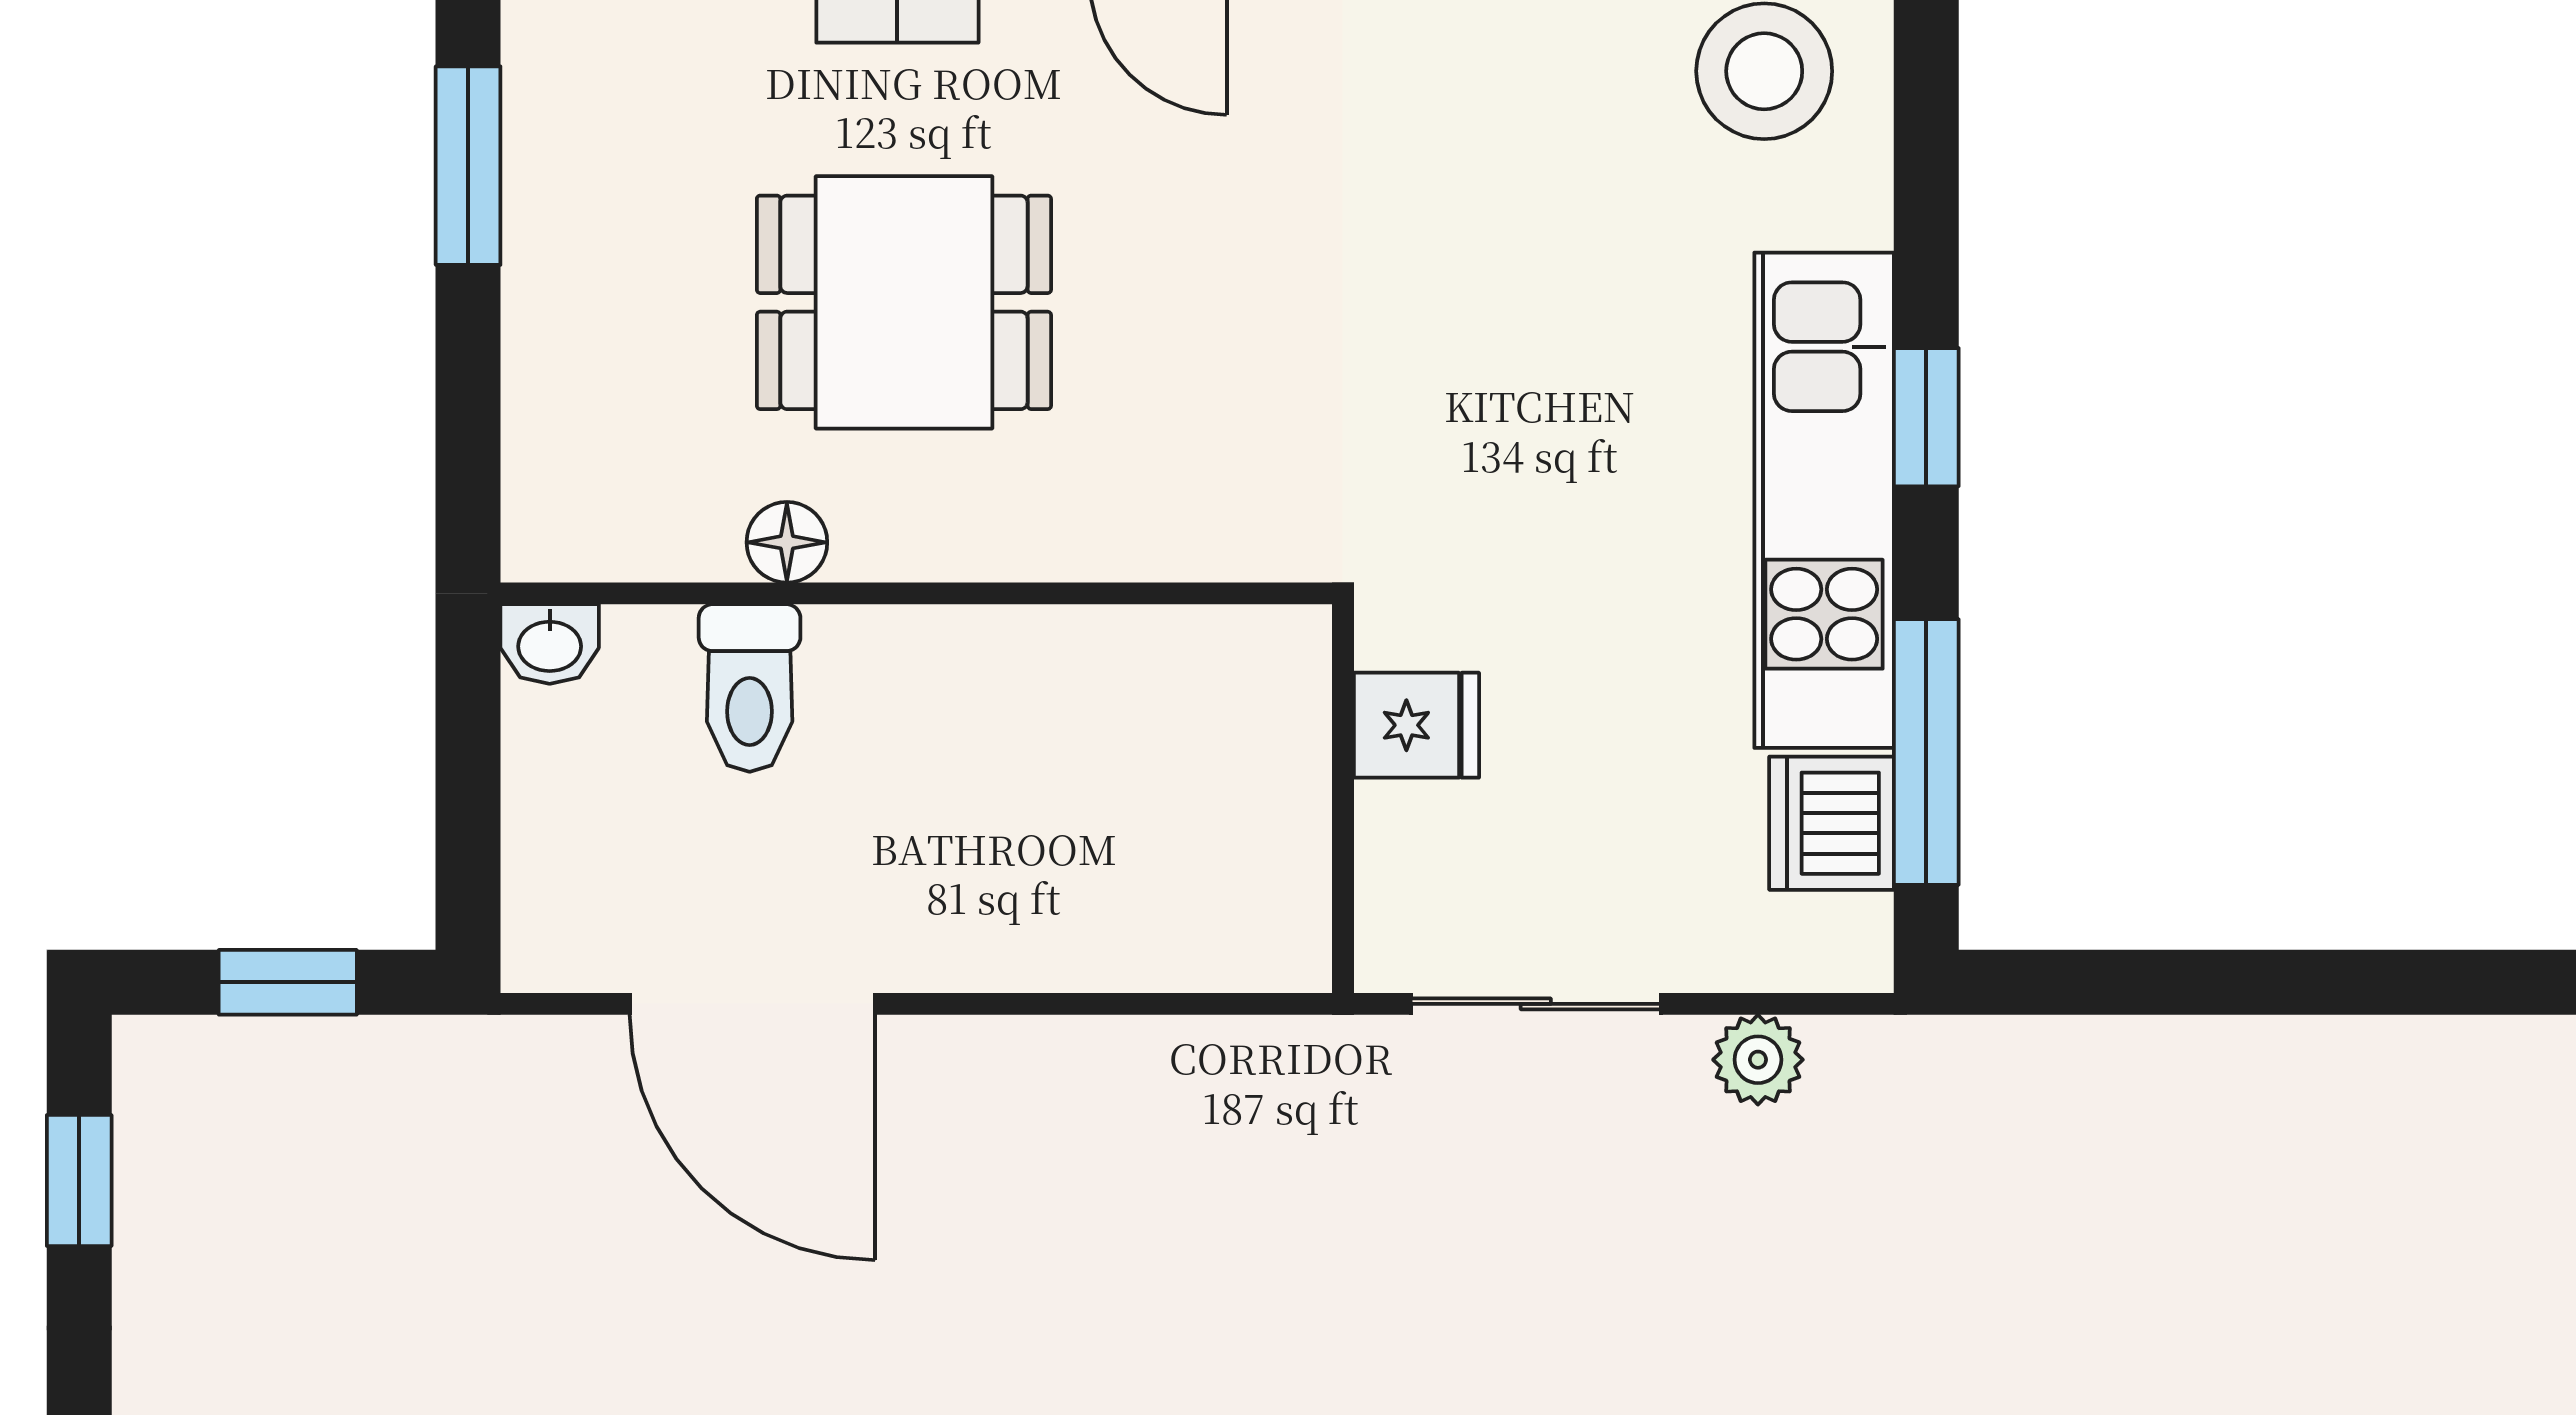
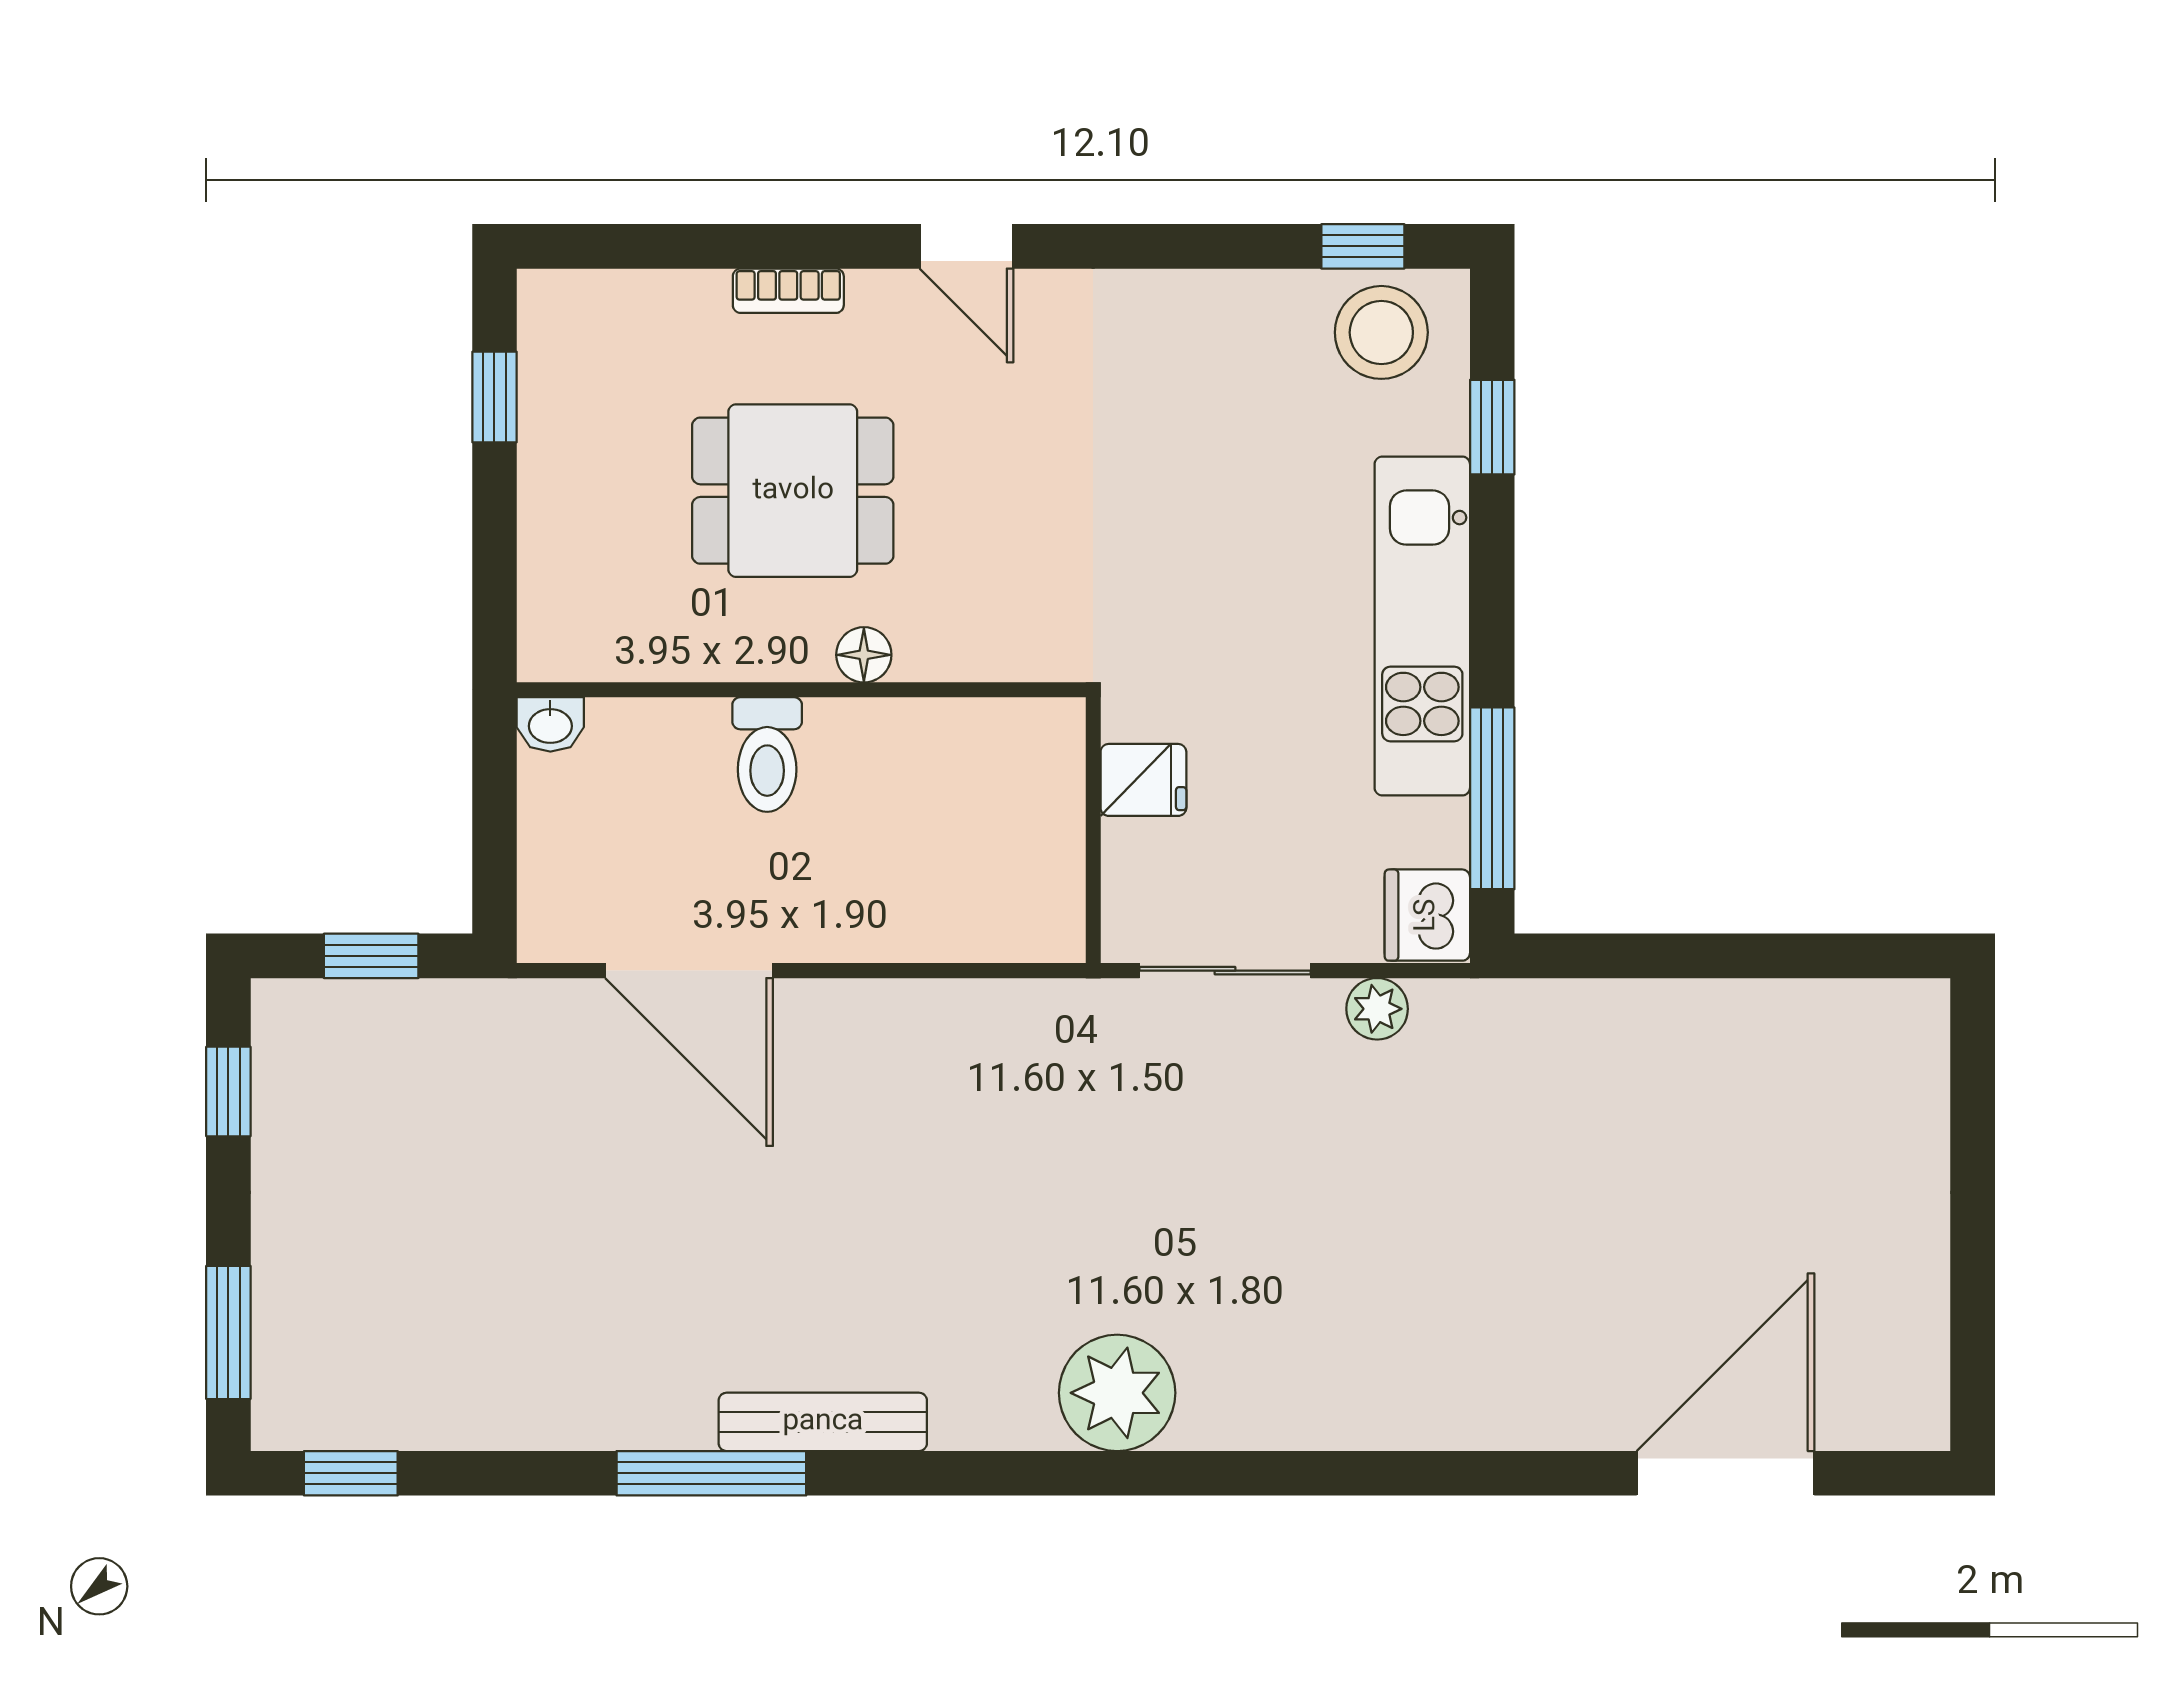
window: (468, 166) -> (494, 397), width x0.67
window: (1926, 417) -> (1492, 427), moved
floor lamp: (787, 542) -> (864, 655), moved
toilet: (750, 688) -> (767, 755), moved
dishwasher: (1832, 823) -> (1427, 915), moved

